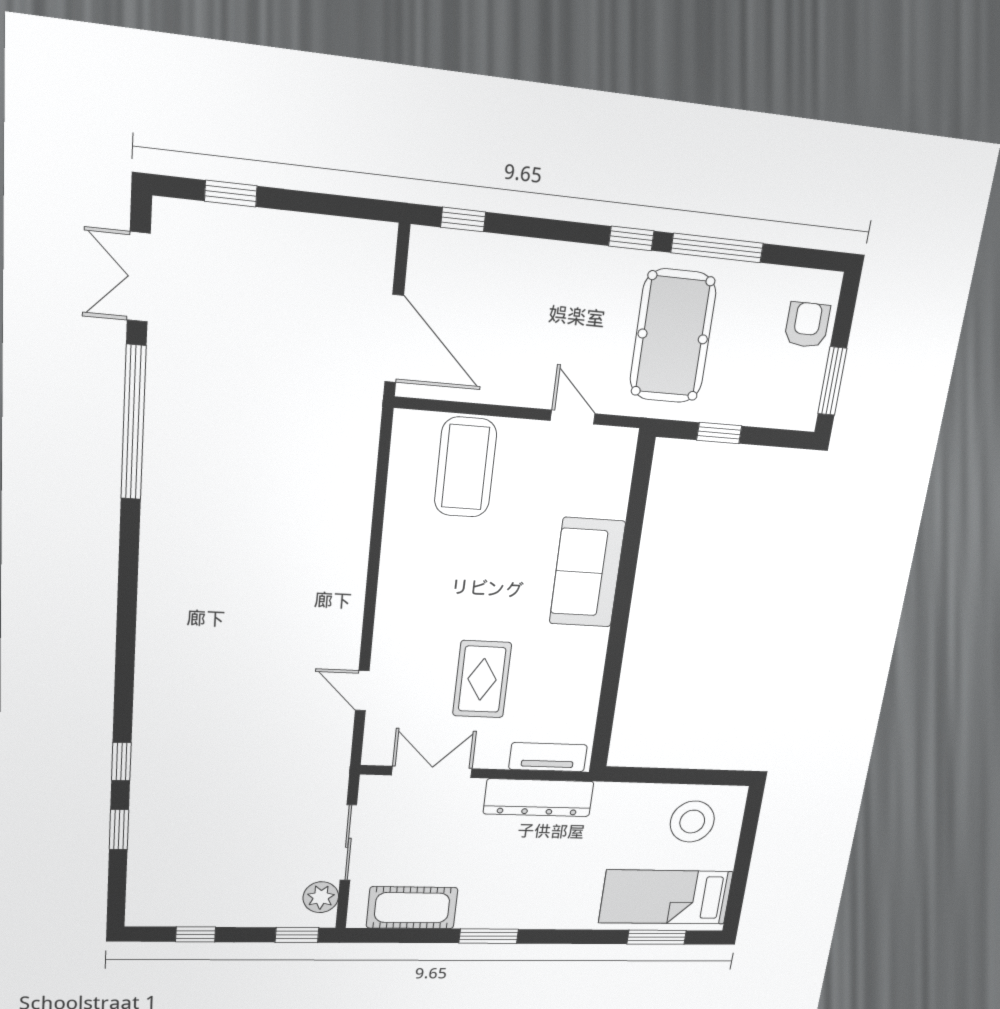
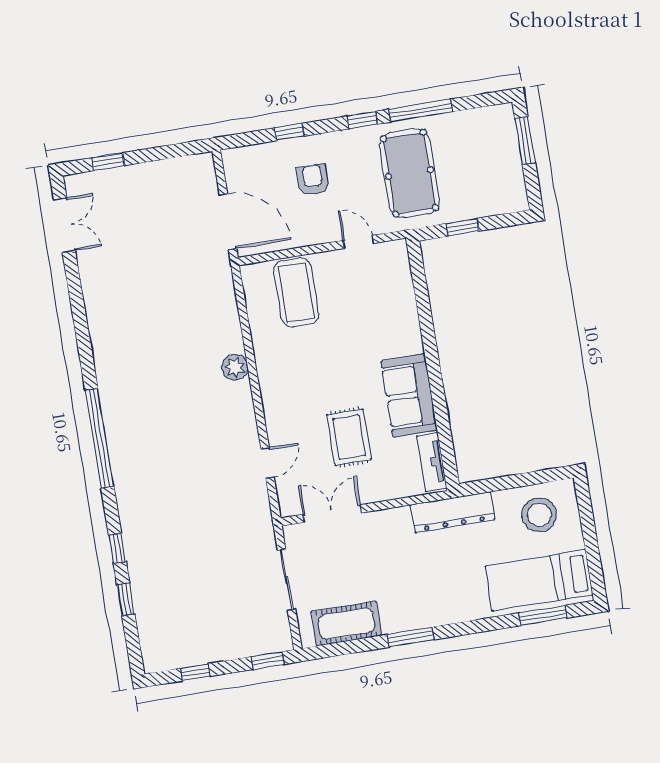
window: (463, 220) -> (289, 132), moved
double door: (139, 277) -> (65, 225), swing flipped
armchair: (807, 325) -> (313, 180), moved
window: (832, 381) -> (525, 141), moved
window: (133, 423) -> (99, 438), moved
sofa: (587, 573) -> (409, 396), moved
door: (362, 691) -> (267, 463), swing flipped
tv unit: (548, 757) -> (432, 462), moved, turned -90
dresser: (539, 798) -> (453, 512), moved
plant: (321, 897) -> (235, 367), moved

